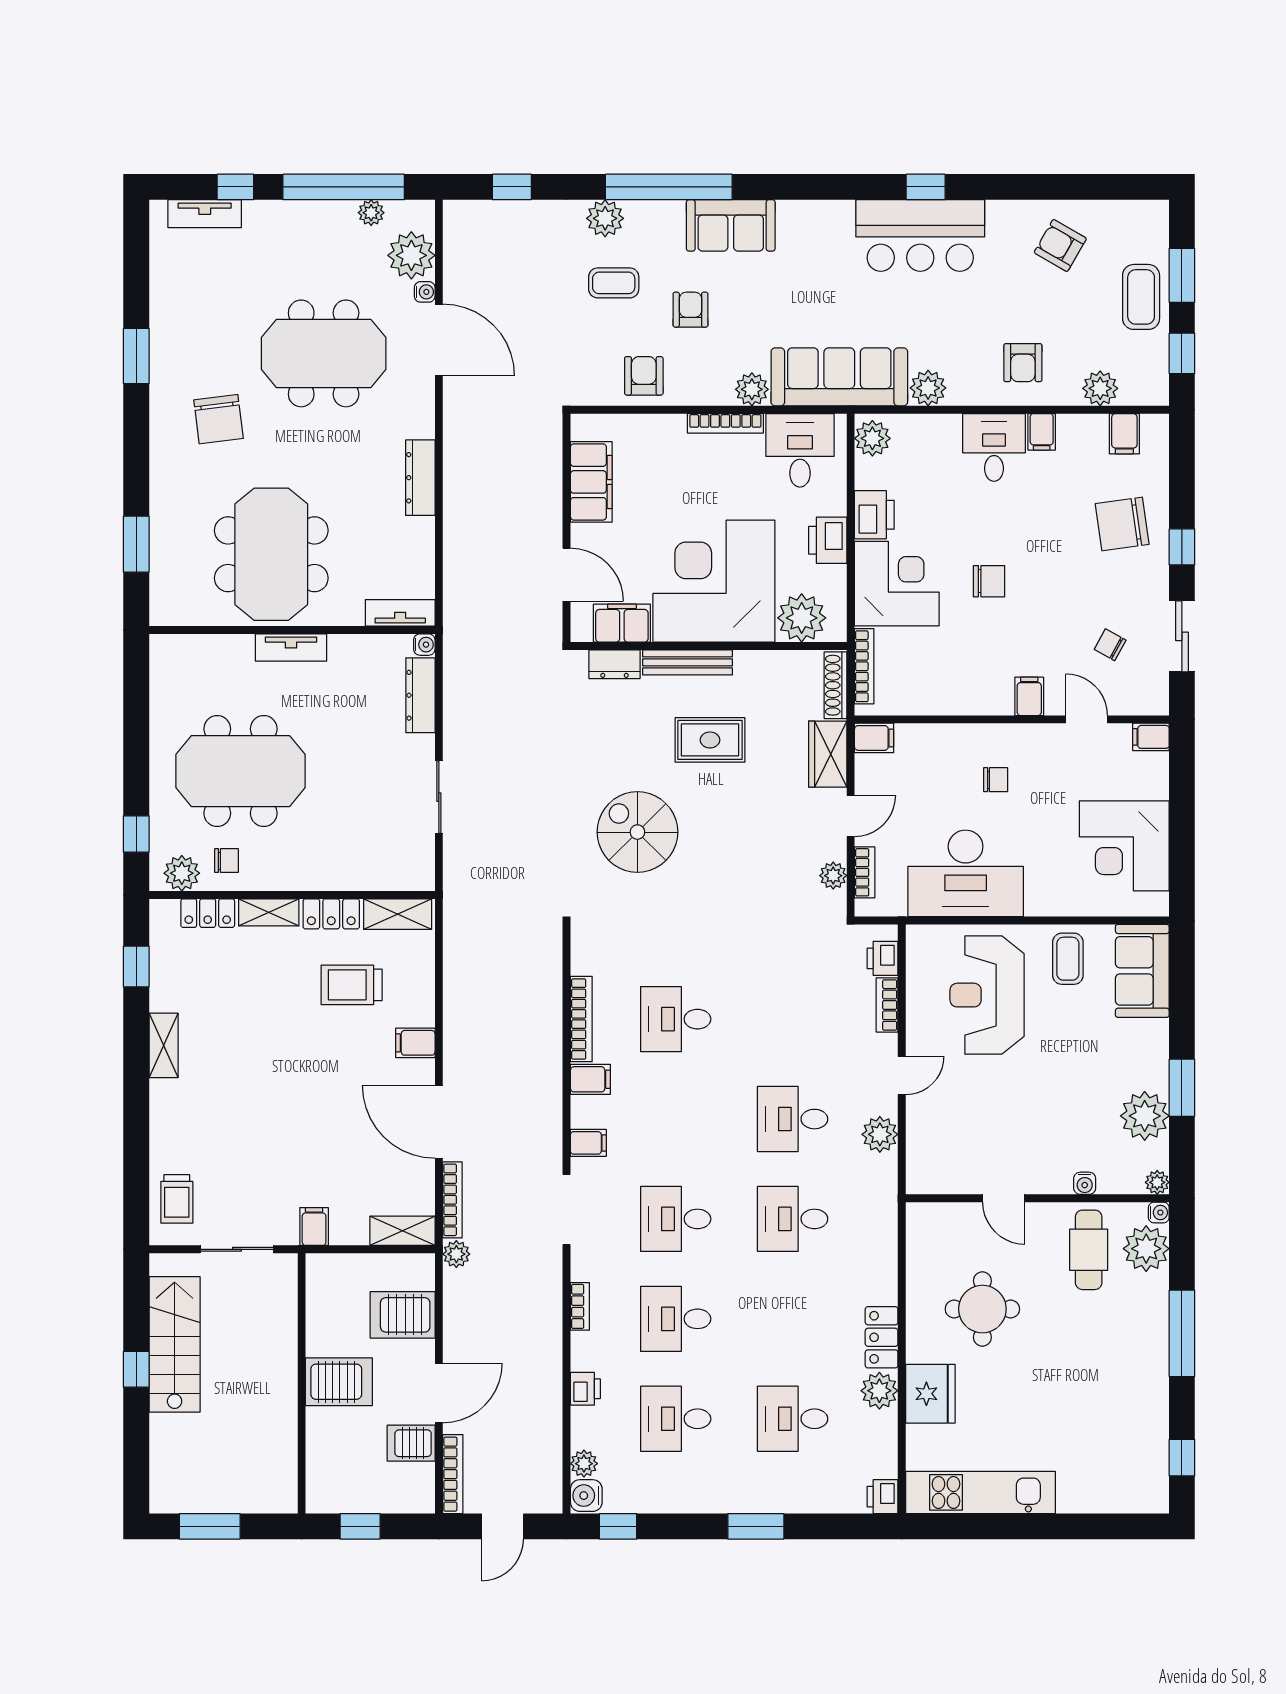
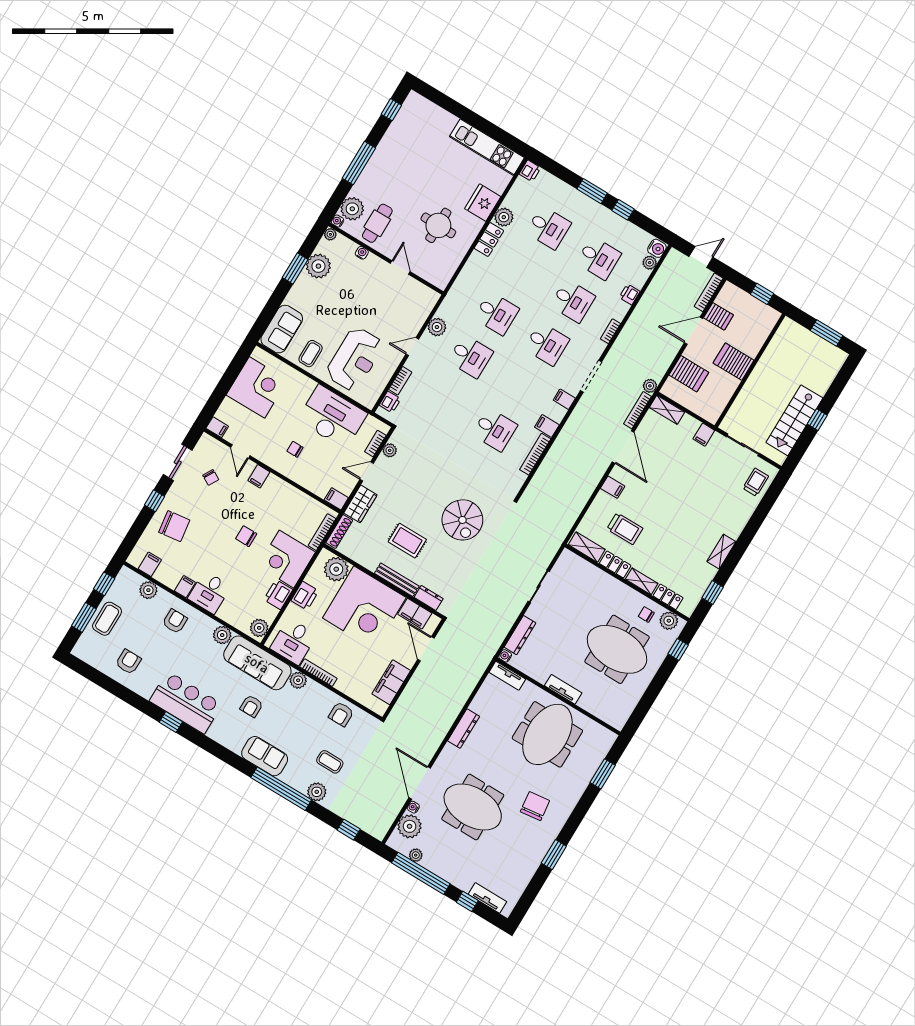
armchair: (1060, 245) -> (128, 662), turned -120
armchair: (690, 310) -> (251, 706), moved
window: (618, 1526) -> (623, 210), moved

